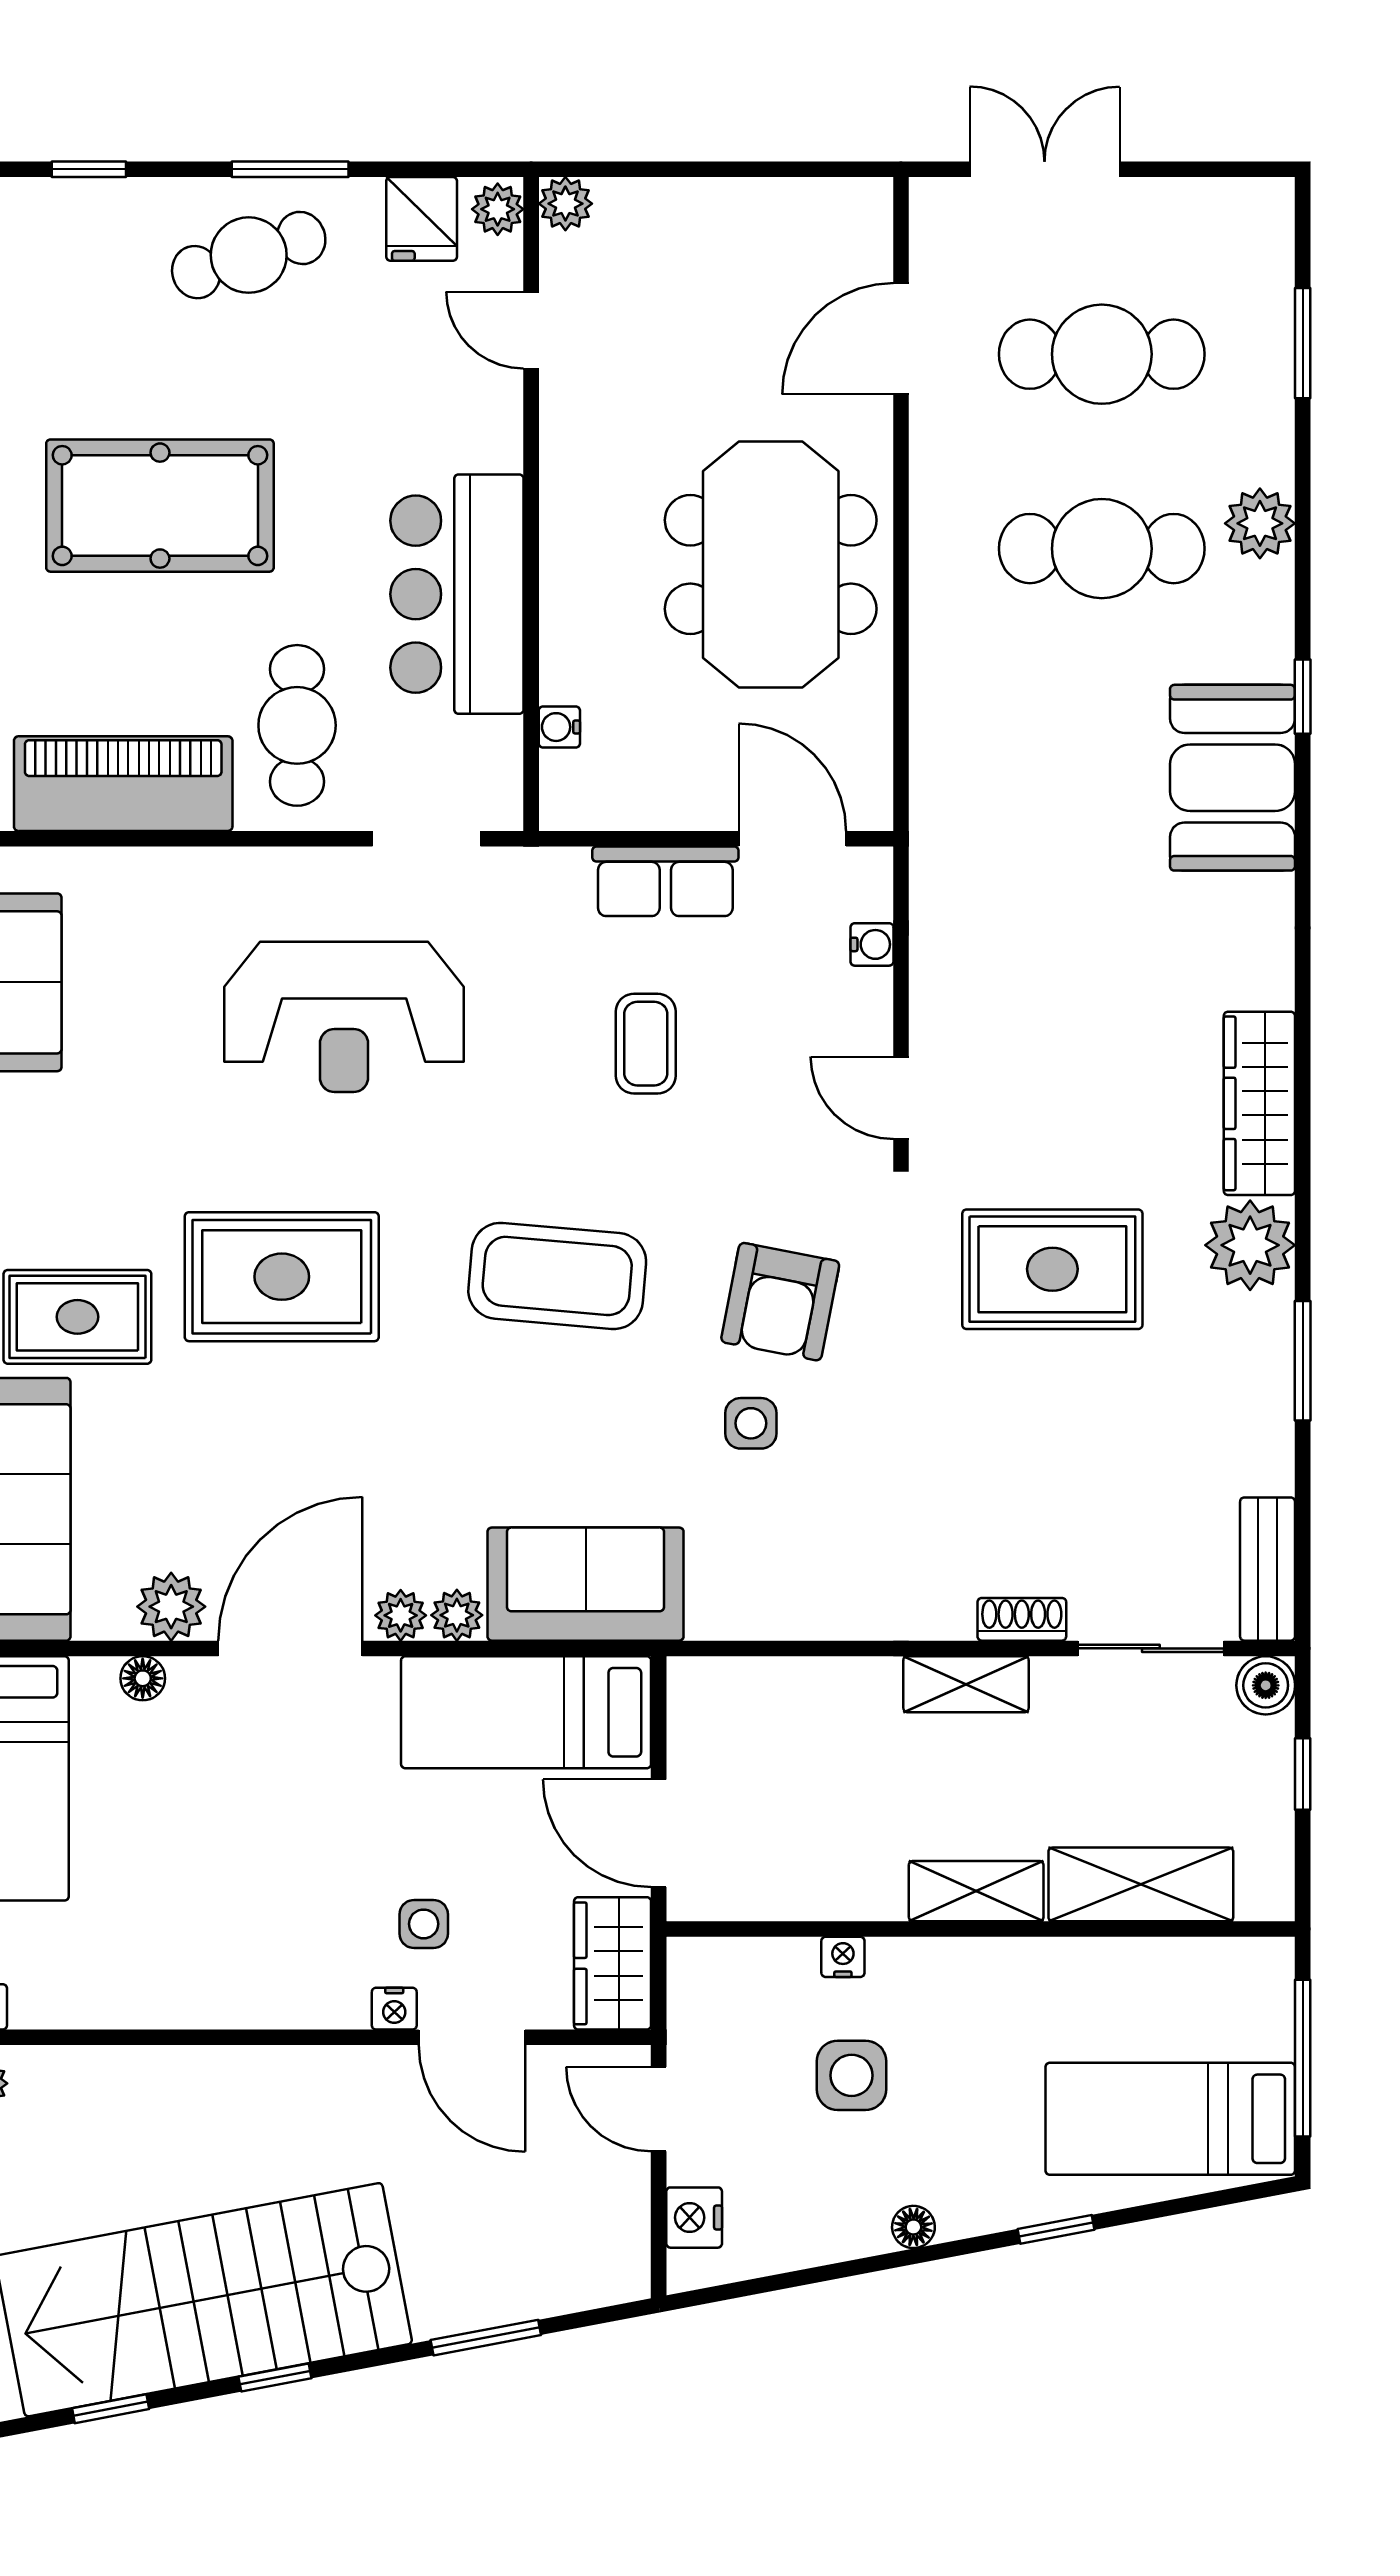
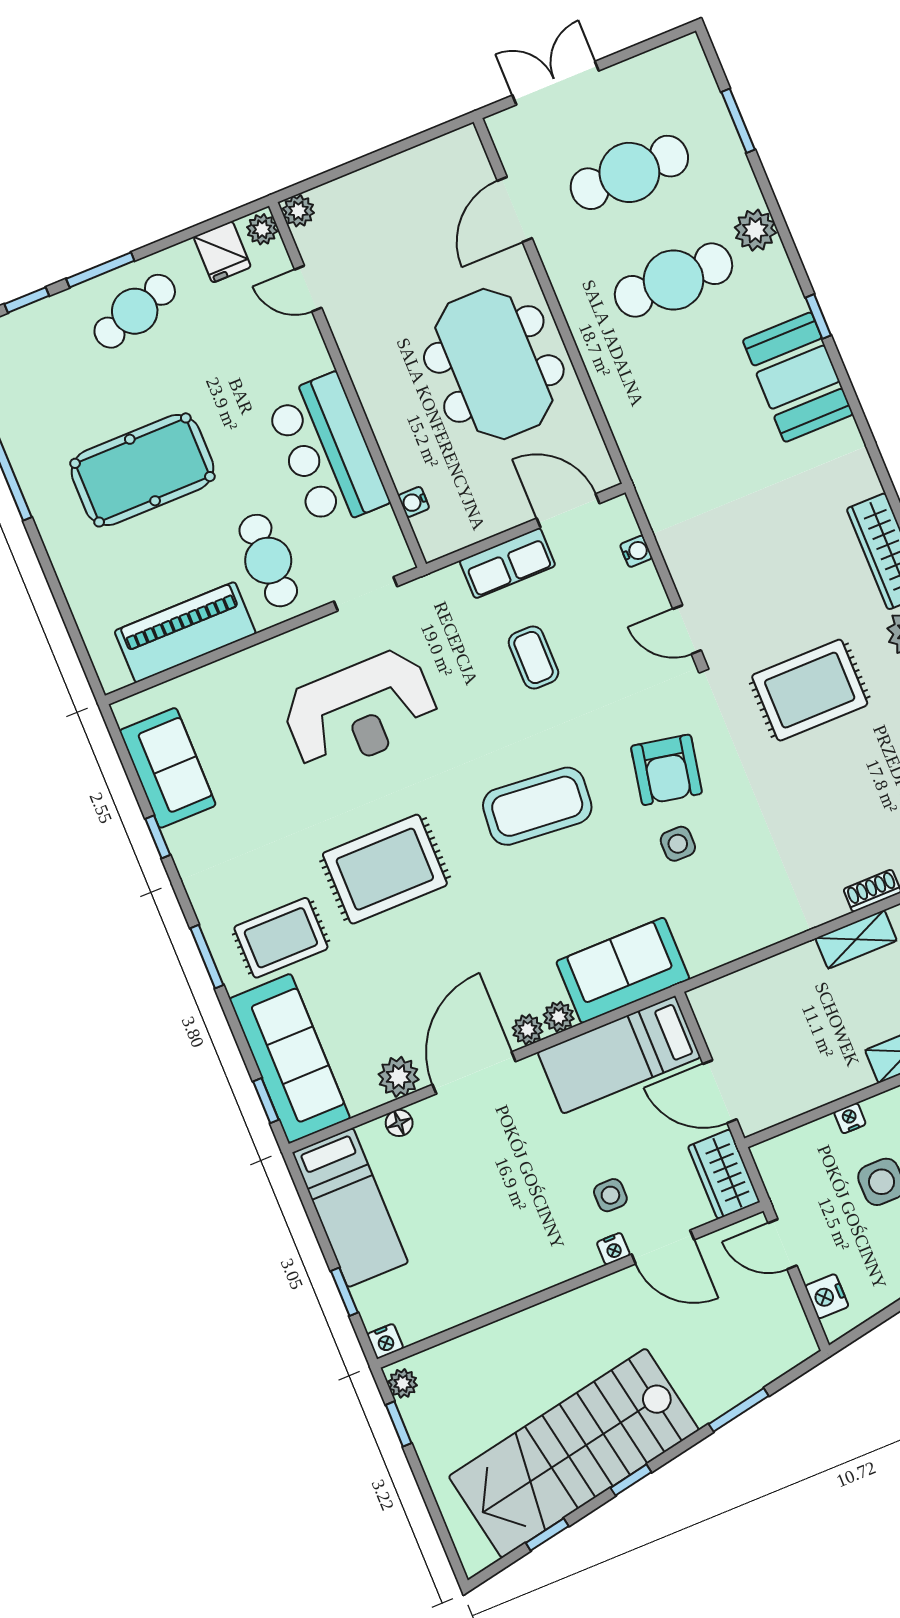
window: (290, 169) -> (100, 270), moved

